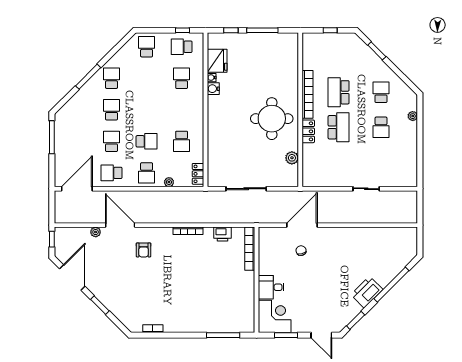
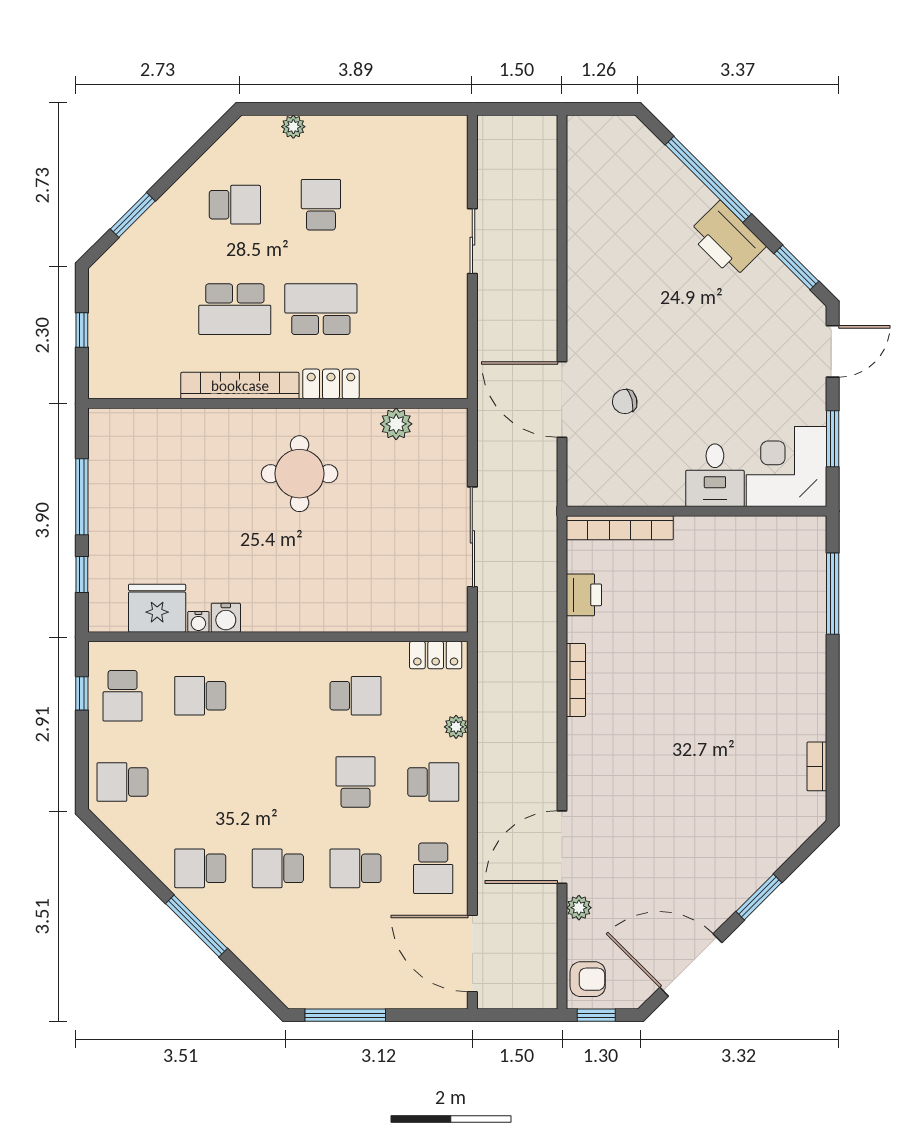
school desk: (381, 92) -> (235, 205), turned 180
round table: (272, 119) -> (300, 474), width x0.73, depth x0.73
school desk: (381, 127) -> (321, 205), turned -90
armchair: (144, 250) -> (588, 979), moved

